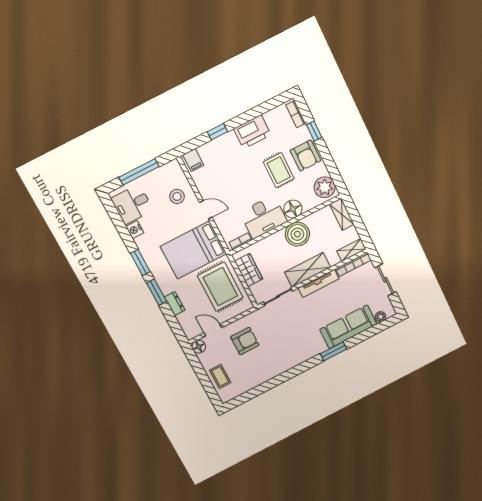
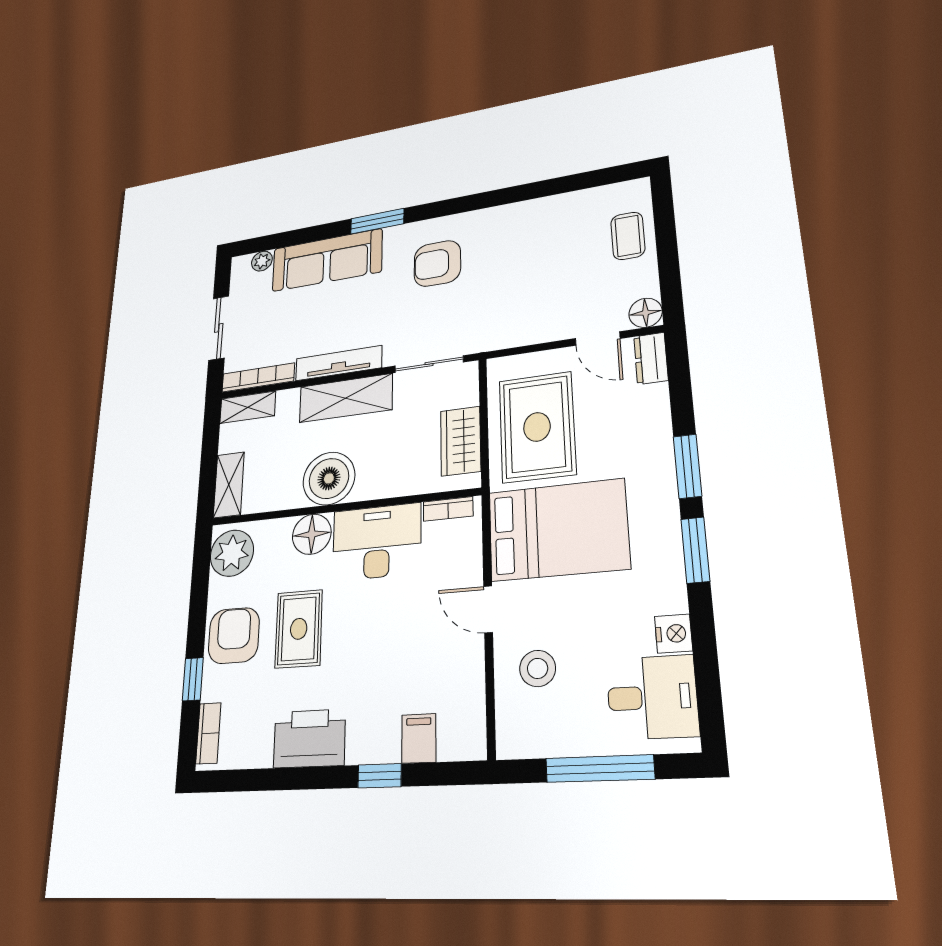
filing cabinet: (193, 160) -> (419, 738), moved
dresser: (175, 304) -> (651, 358), moved
armchair: (245, 341) -> (437, 264), moved

